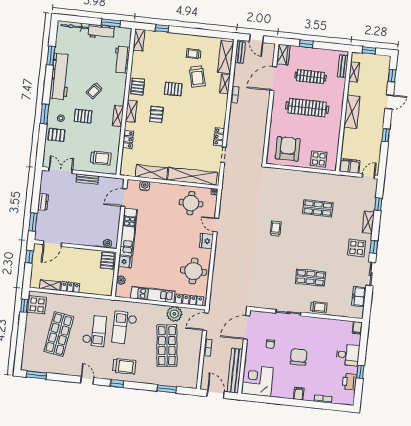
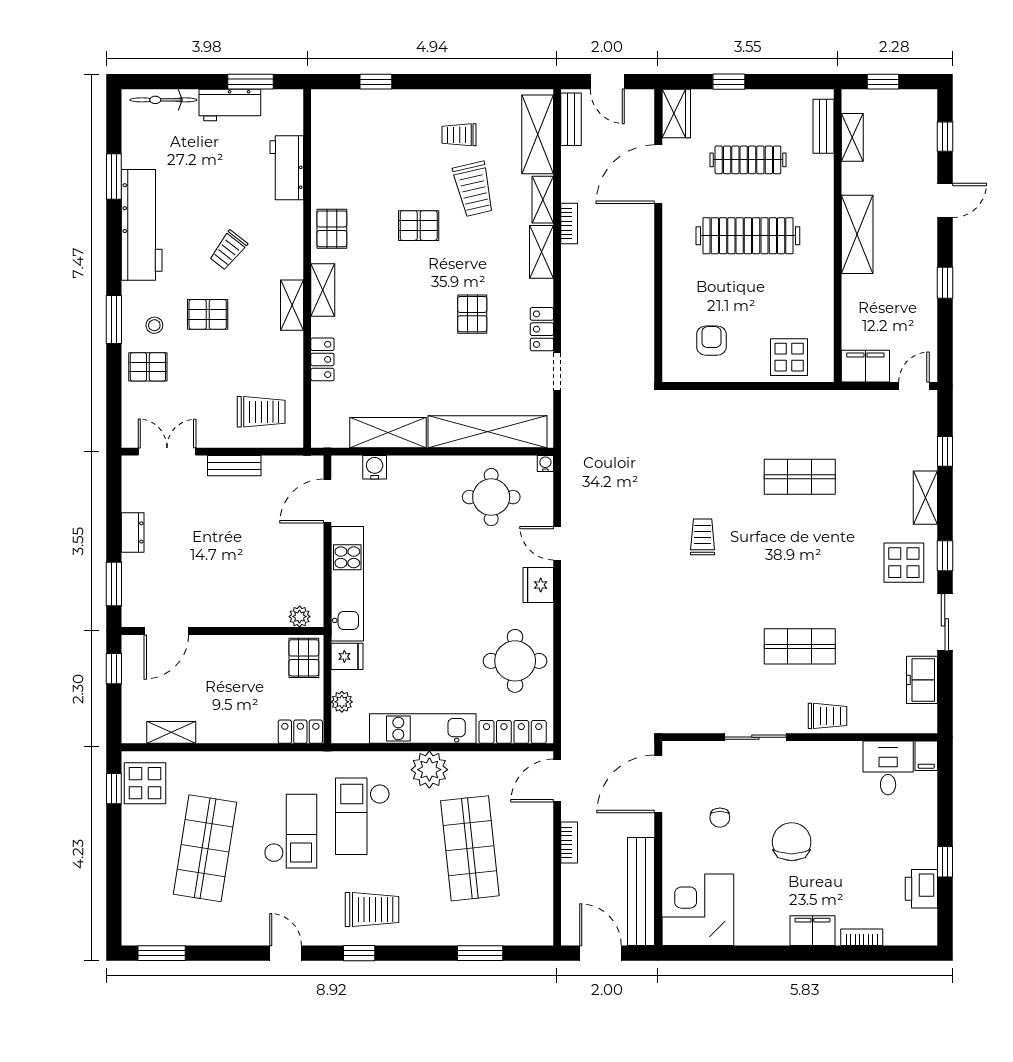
shelving: (139, 40) -> (541, 252), moved
pallet: (156, 114) -> (472, 314), moved
armchair: (288, 149) -> (711, 341), width x0.53, depth x0.53
locker: (70, 287) -> (300, 732), moved
plant: (174, 314) -> (429, 770), moved
desk: (348, 355) -> (888, 768), moved, turned -90
filing cabinet: (299, 394) -> (812, 931), width x2.00

